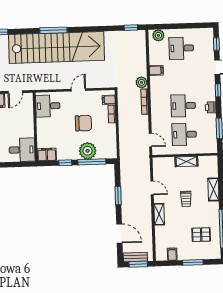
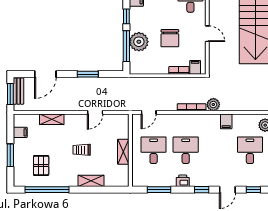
shelving: (159, 214) -> (52, 119), moved

